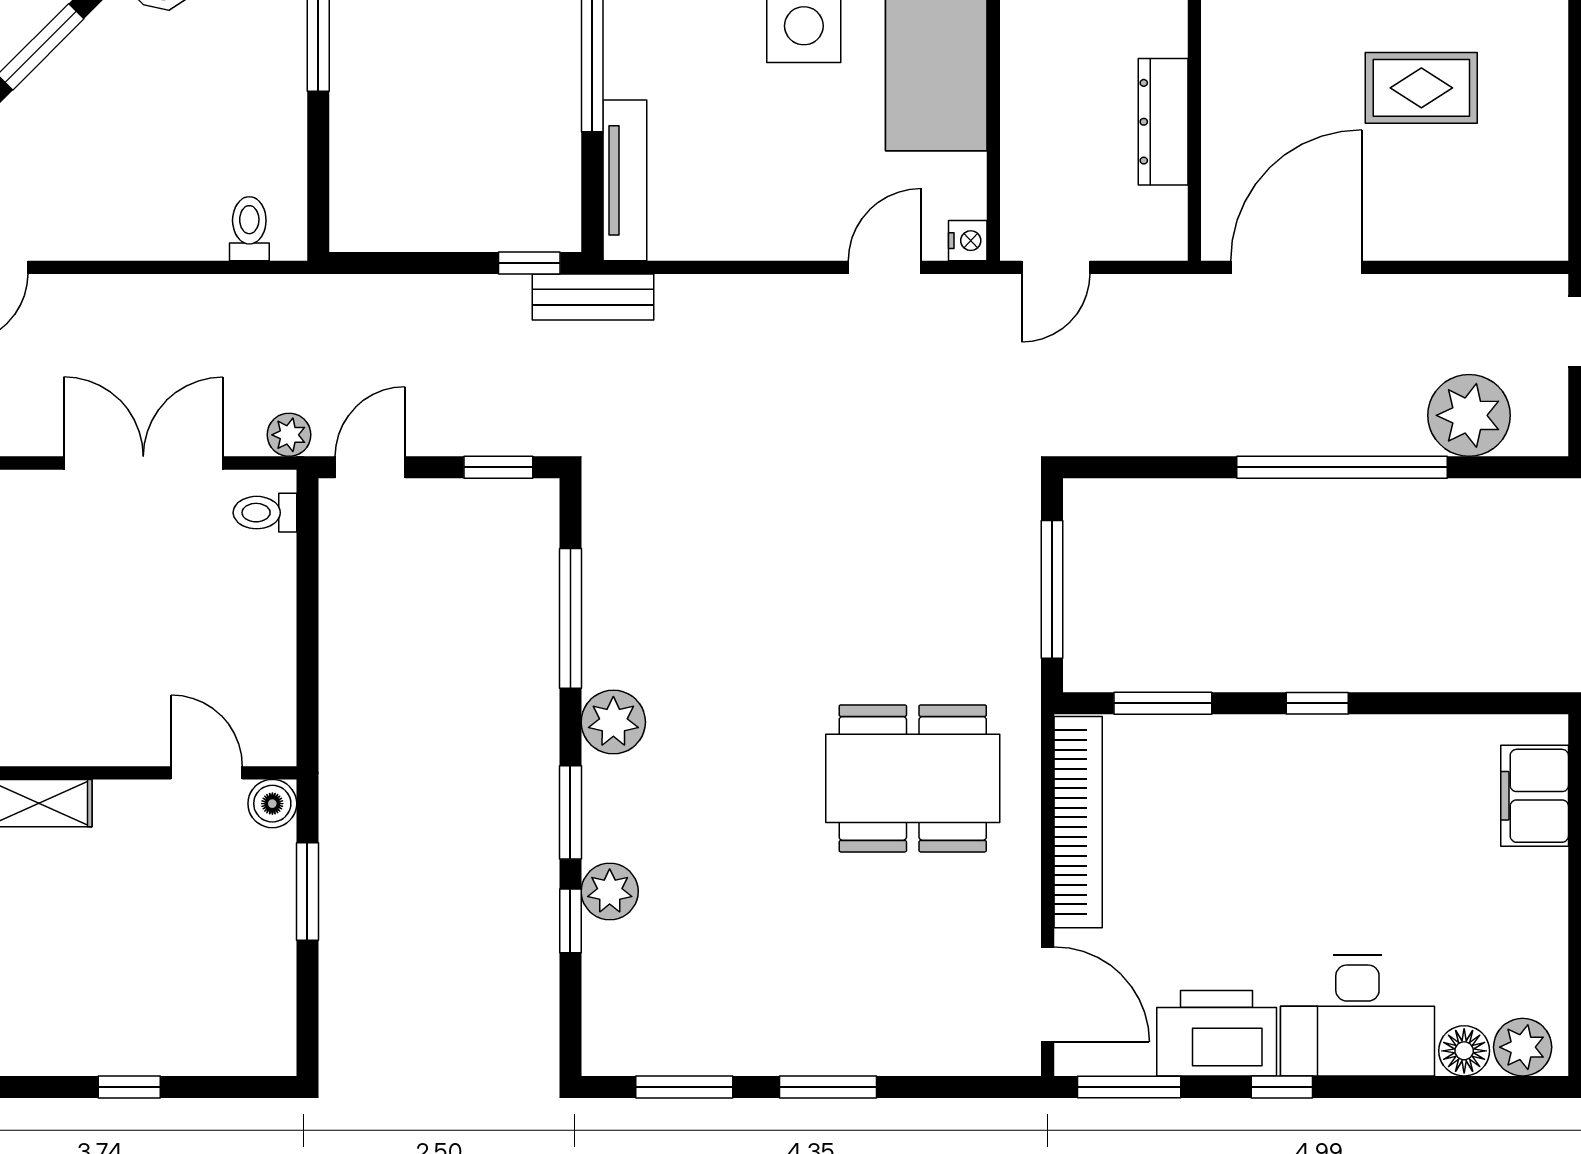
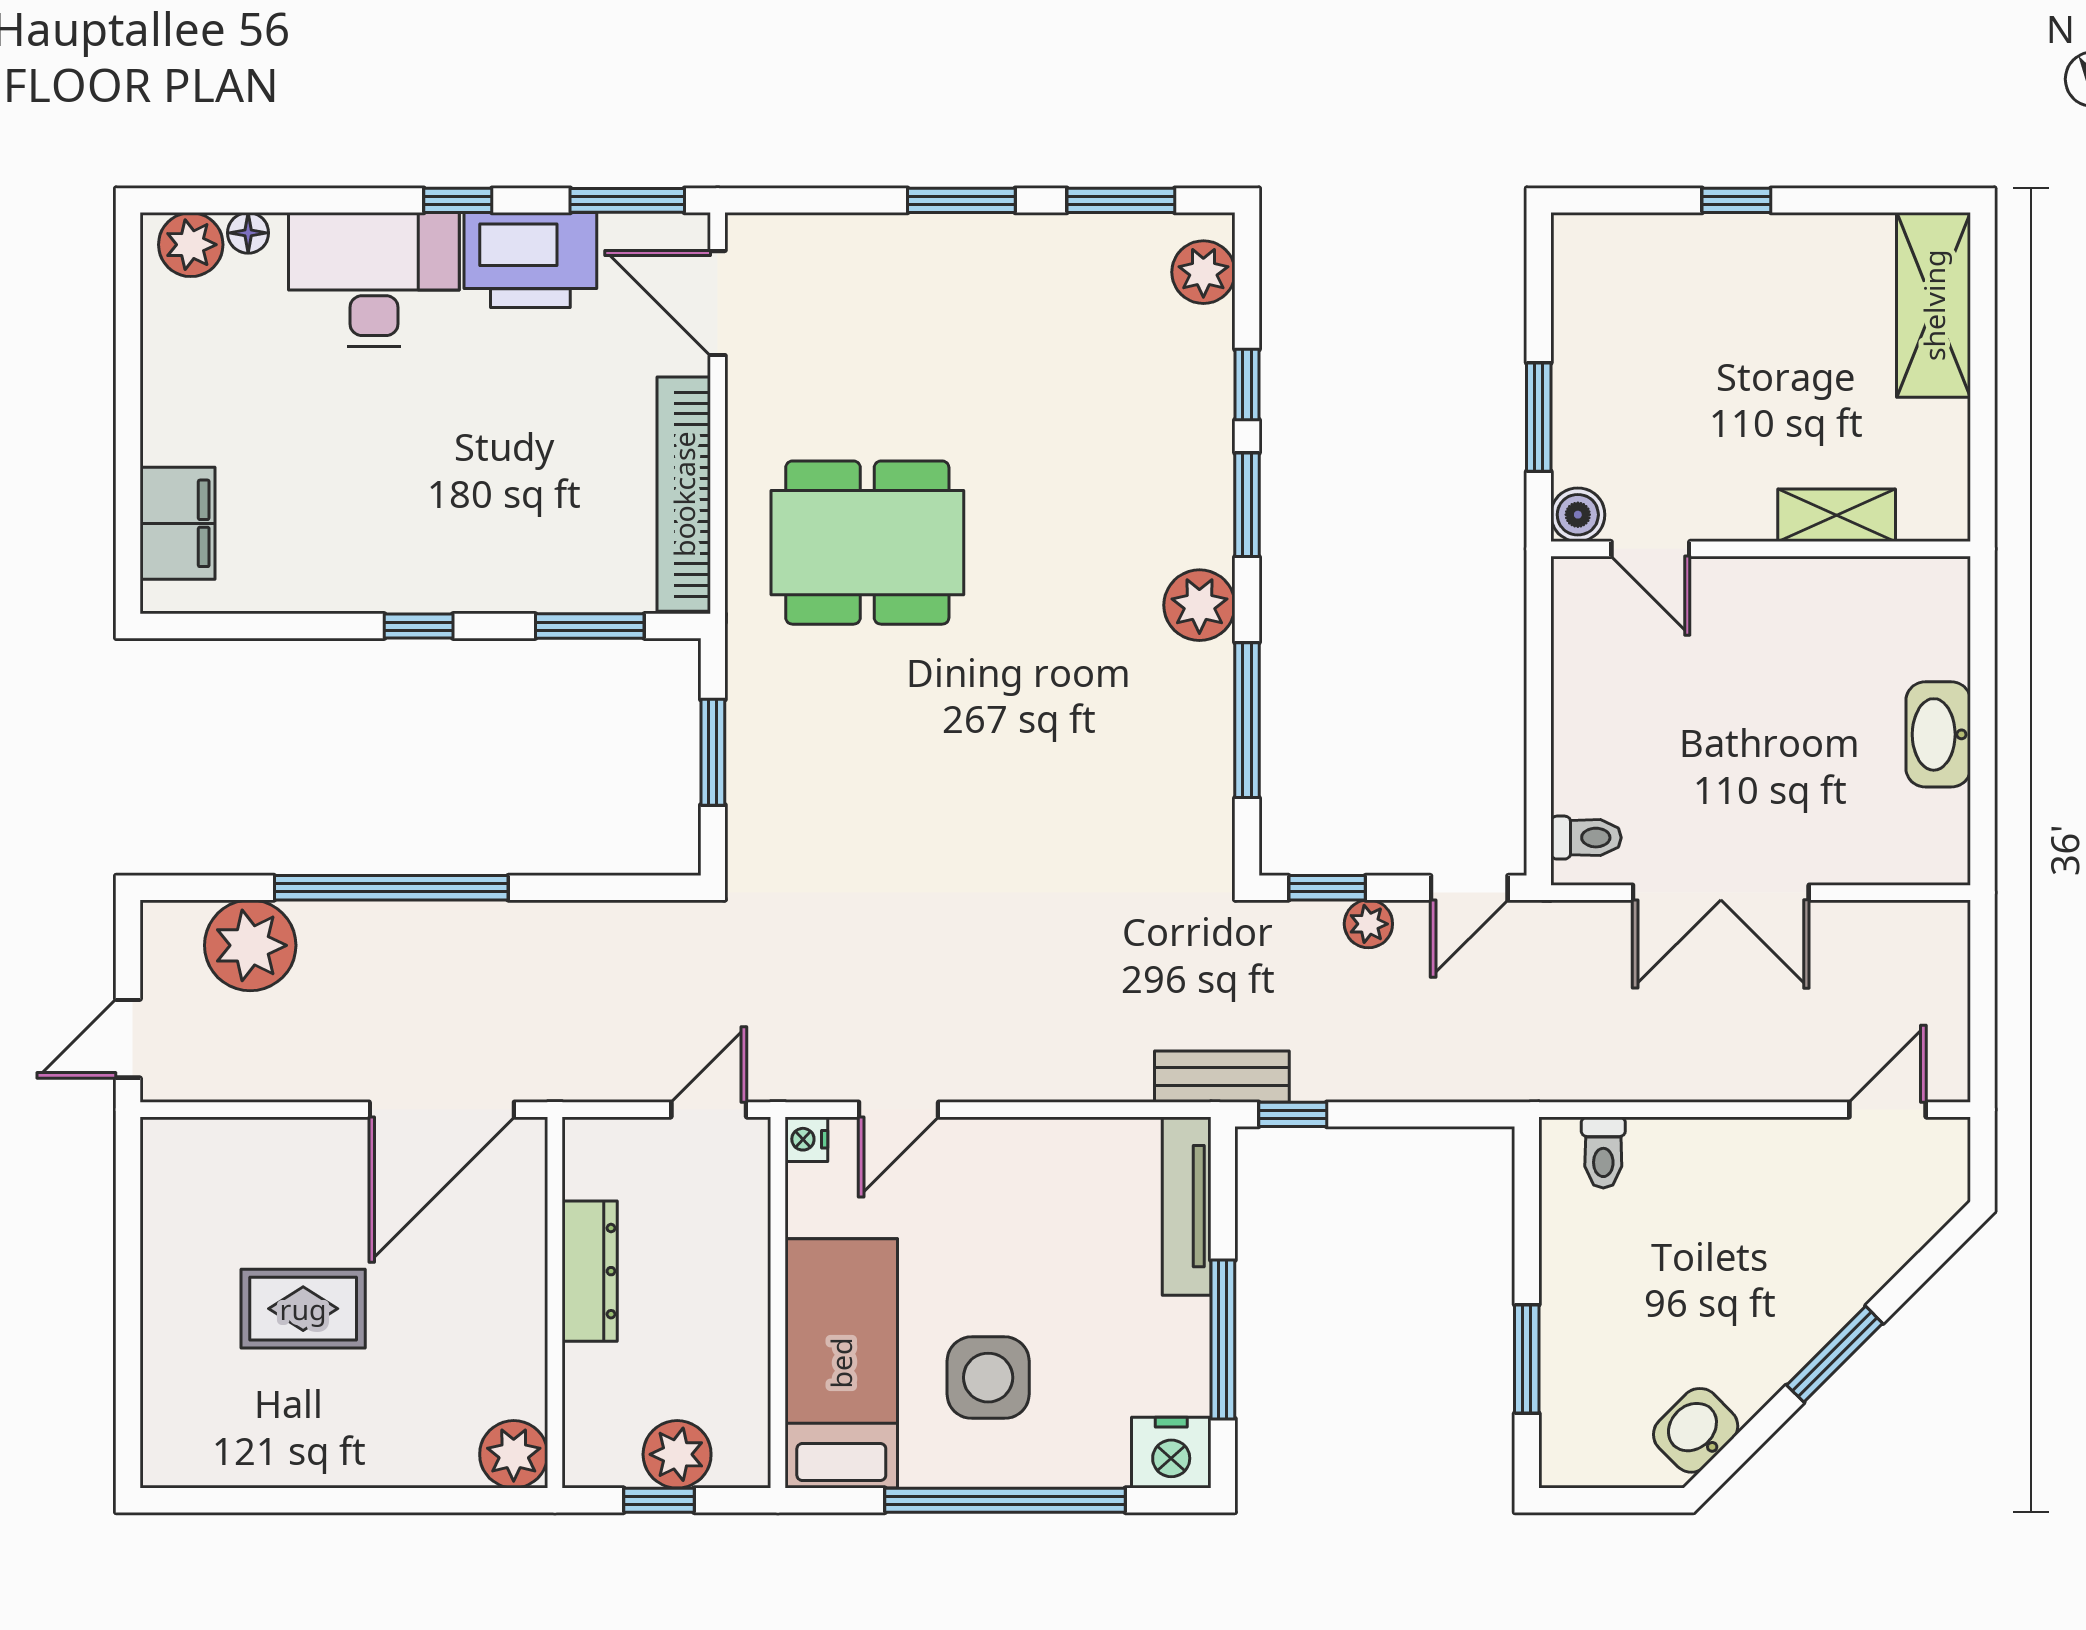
plant: (289, 435) -> (1368, 924), moved
window: (1052, 589) -> (713, 752), width x0.69
plant: (610, 891) -> (1203, 272), moved
floor lamp: (1464, 1051) -> (248, 233), width x0.73, depth x0.73

